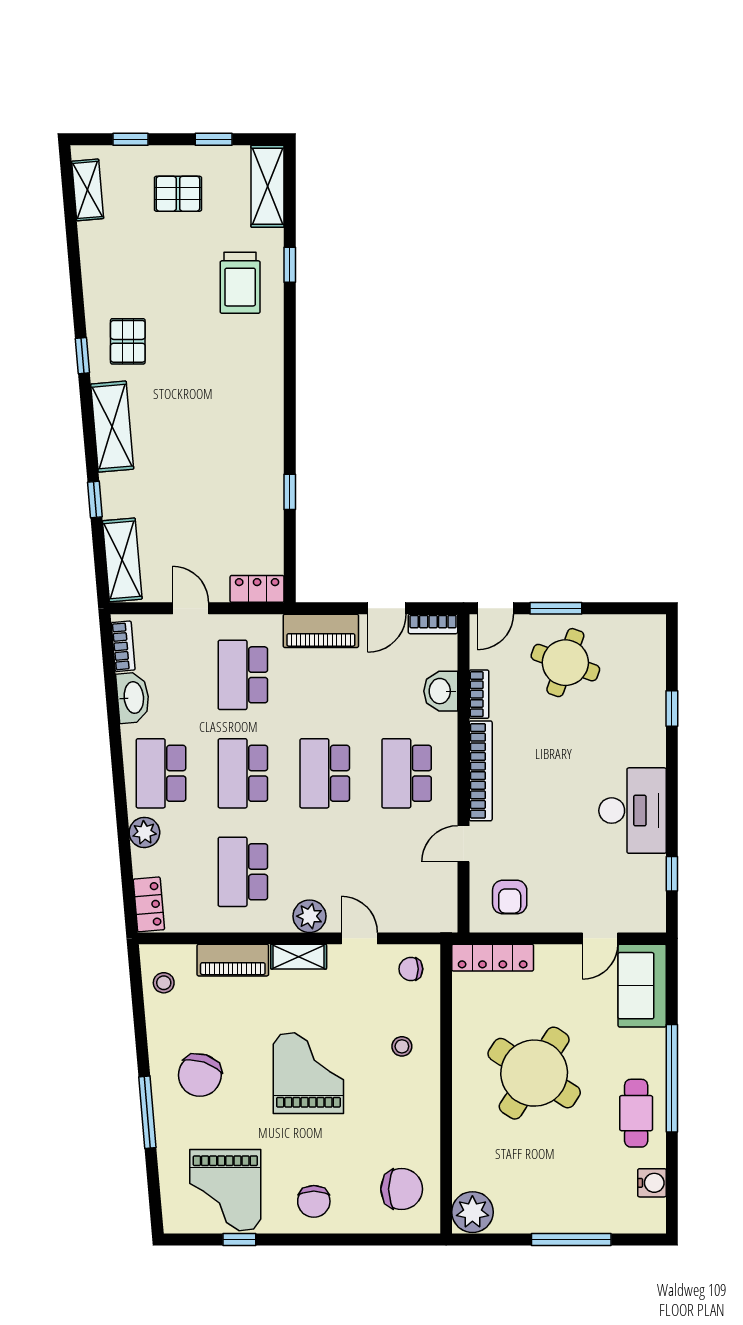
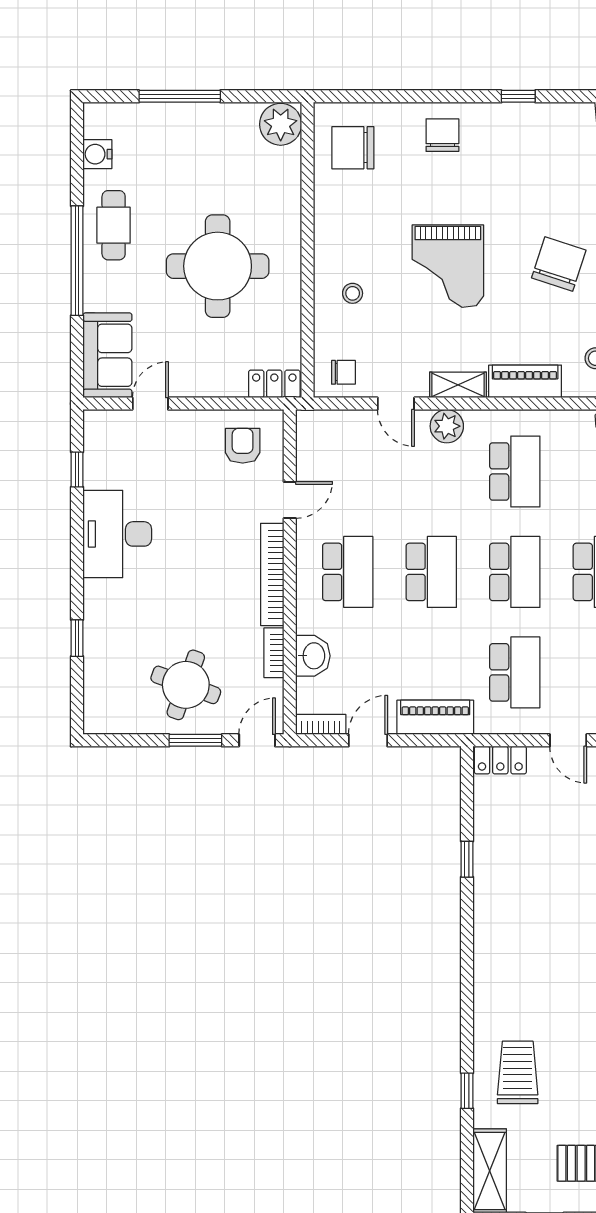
locker: (493, 958) -> (274, 384), width x0.66
round table: (534, 1073) -> (218, 266), turned -33
grand piano: (225, 1190) -> (533, 147), removed

